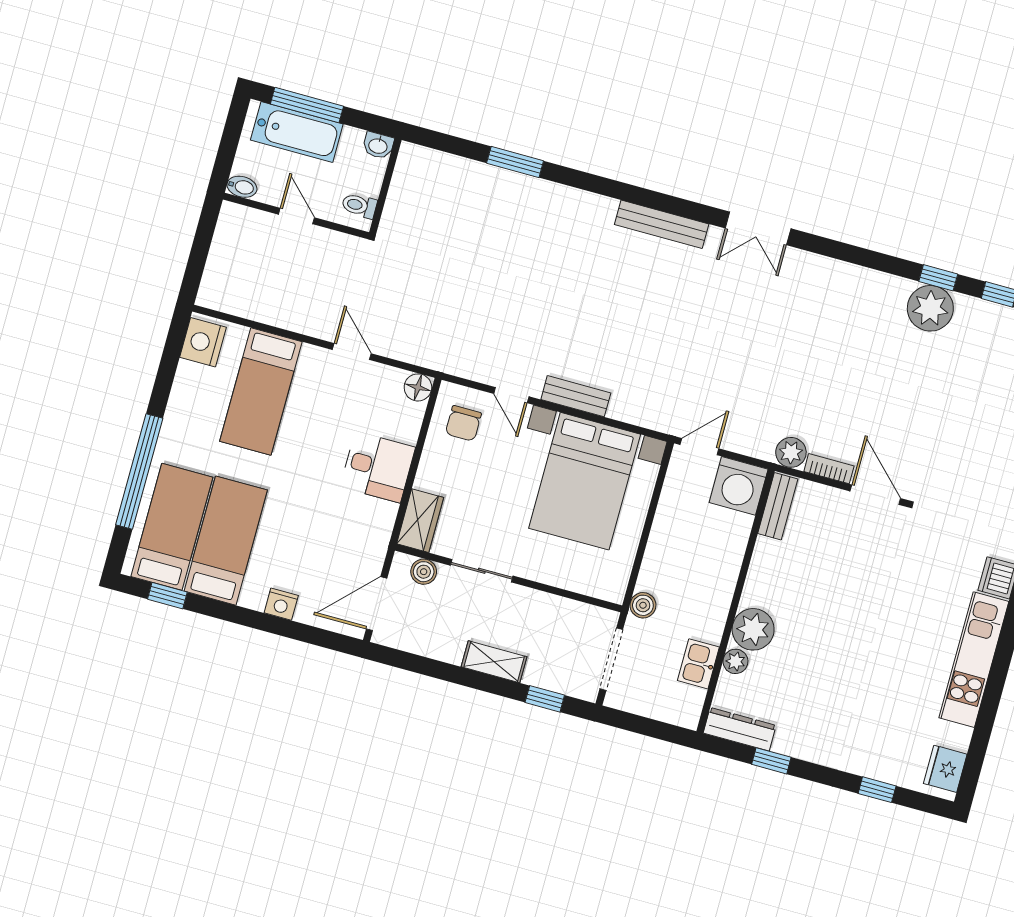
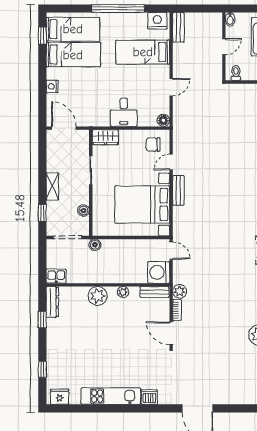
bench: (229, 301) -> (178, 27), added
window: (139, 472) -> (118, 8), moved
door: (875, 495) -> (171, 333), swing flipped
boiler: (424, 572) -> (83, 211), moved
plant: (735, 661) -> (123, 292), moved
kitchen sink: (698, 664) -> (56, 276), moved

